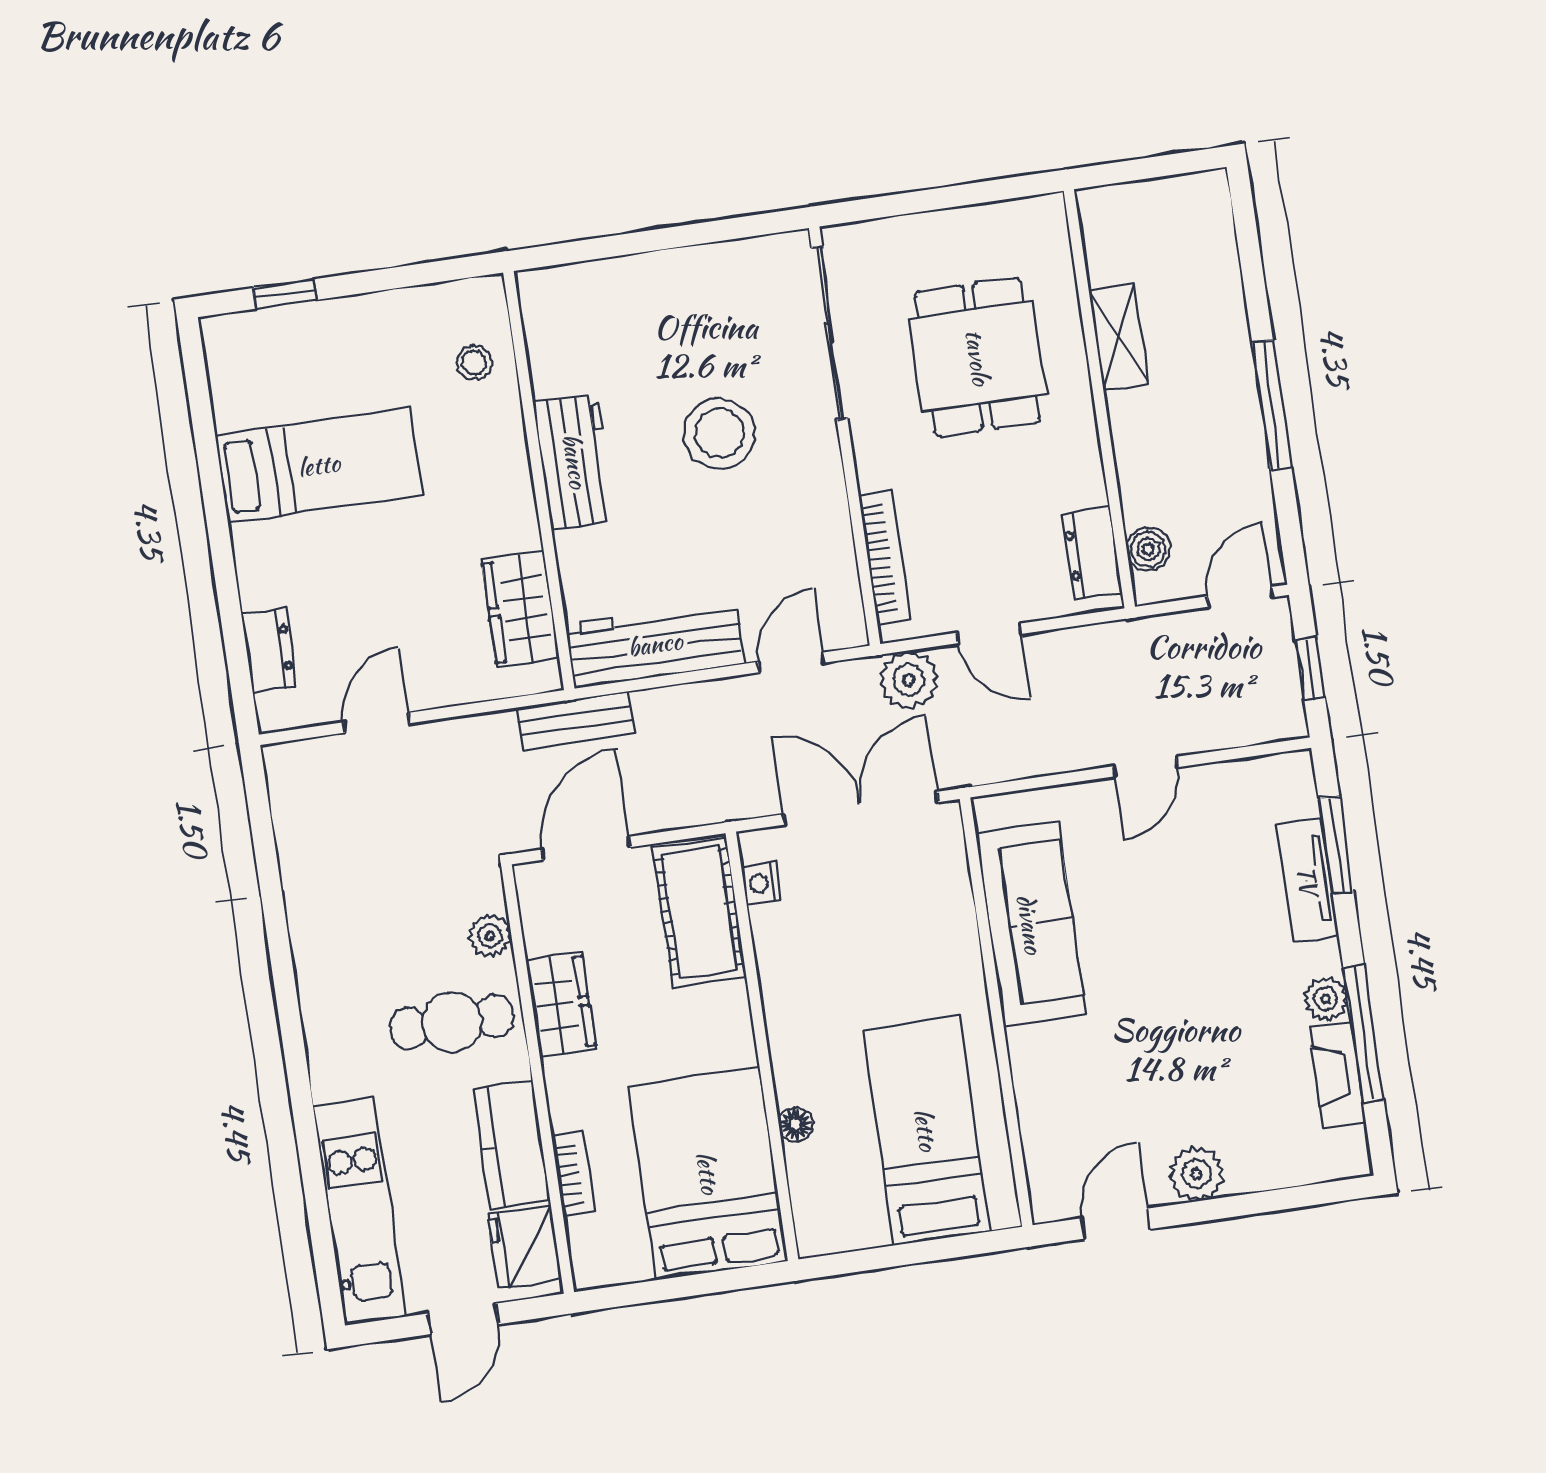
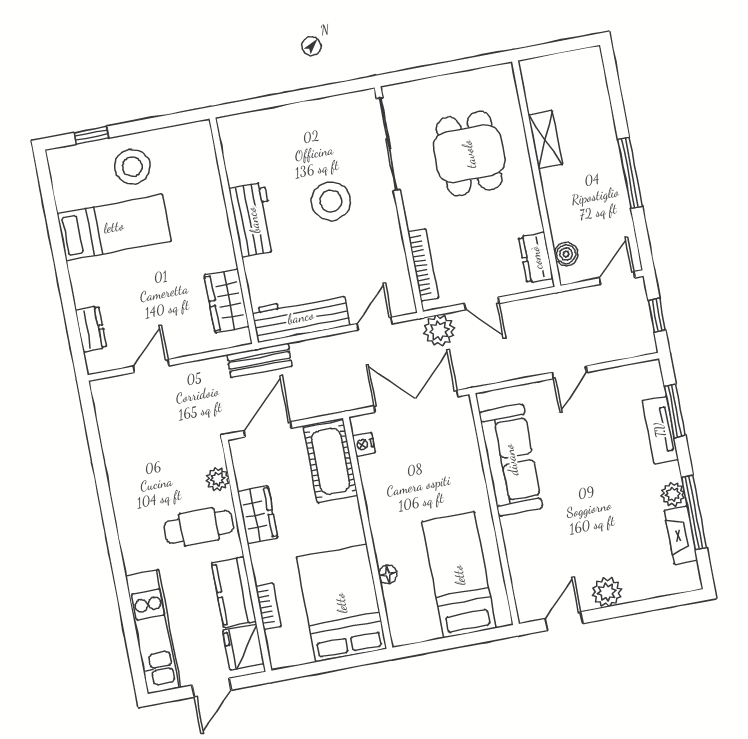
stool: (474, 362) -> (132, 167), moved, width x1.89, depth x1.89

